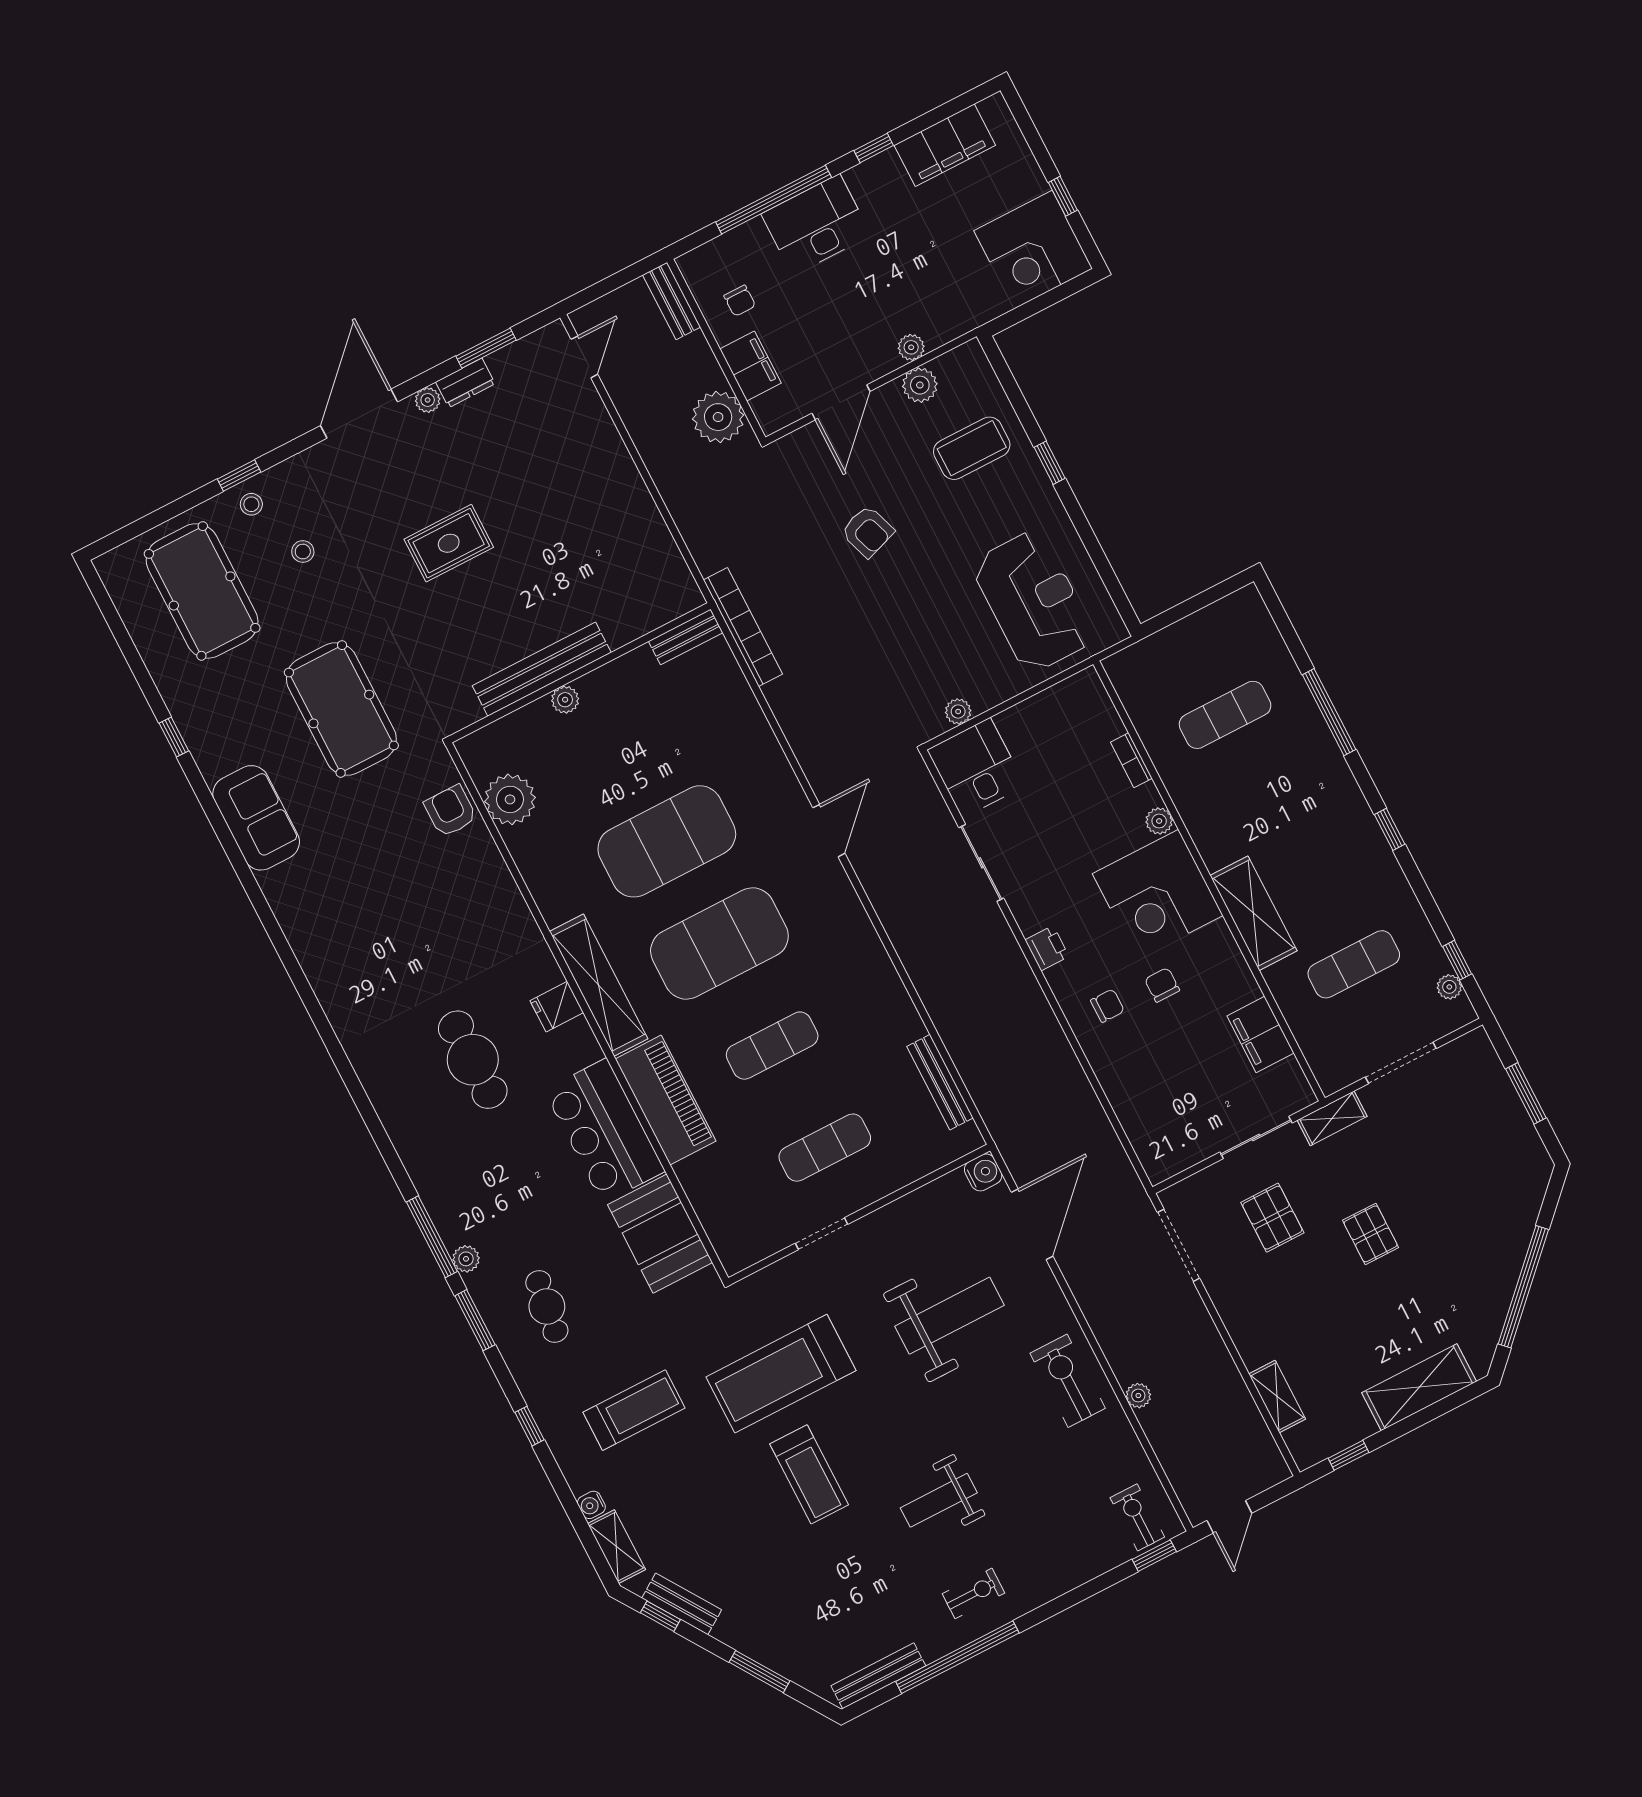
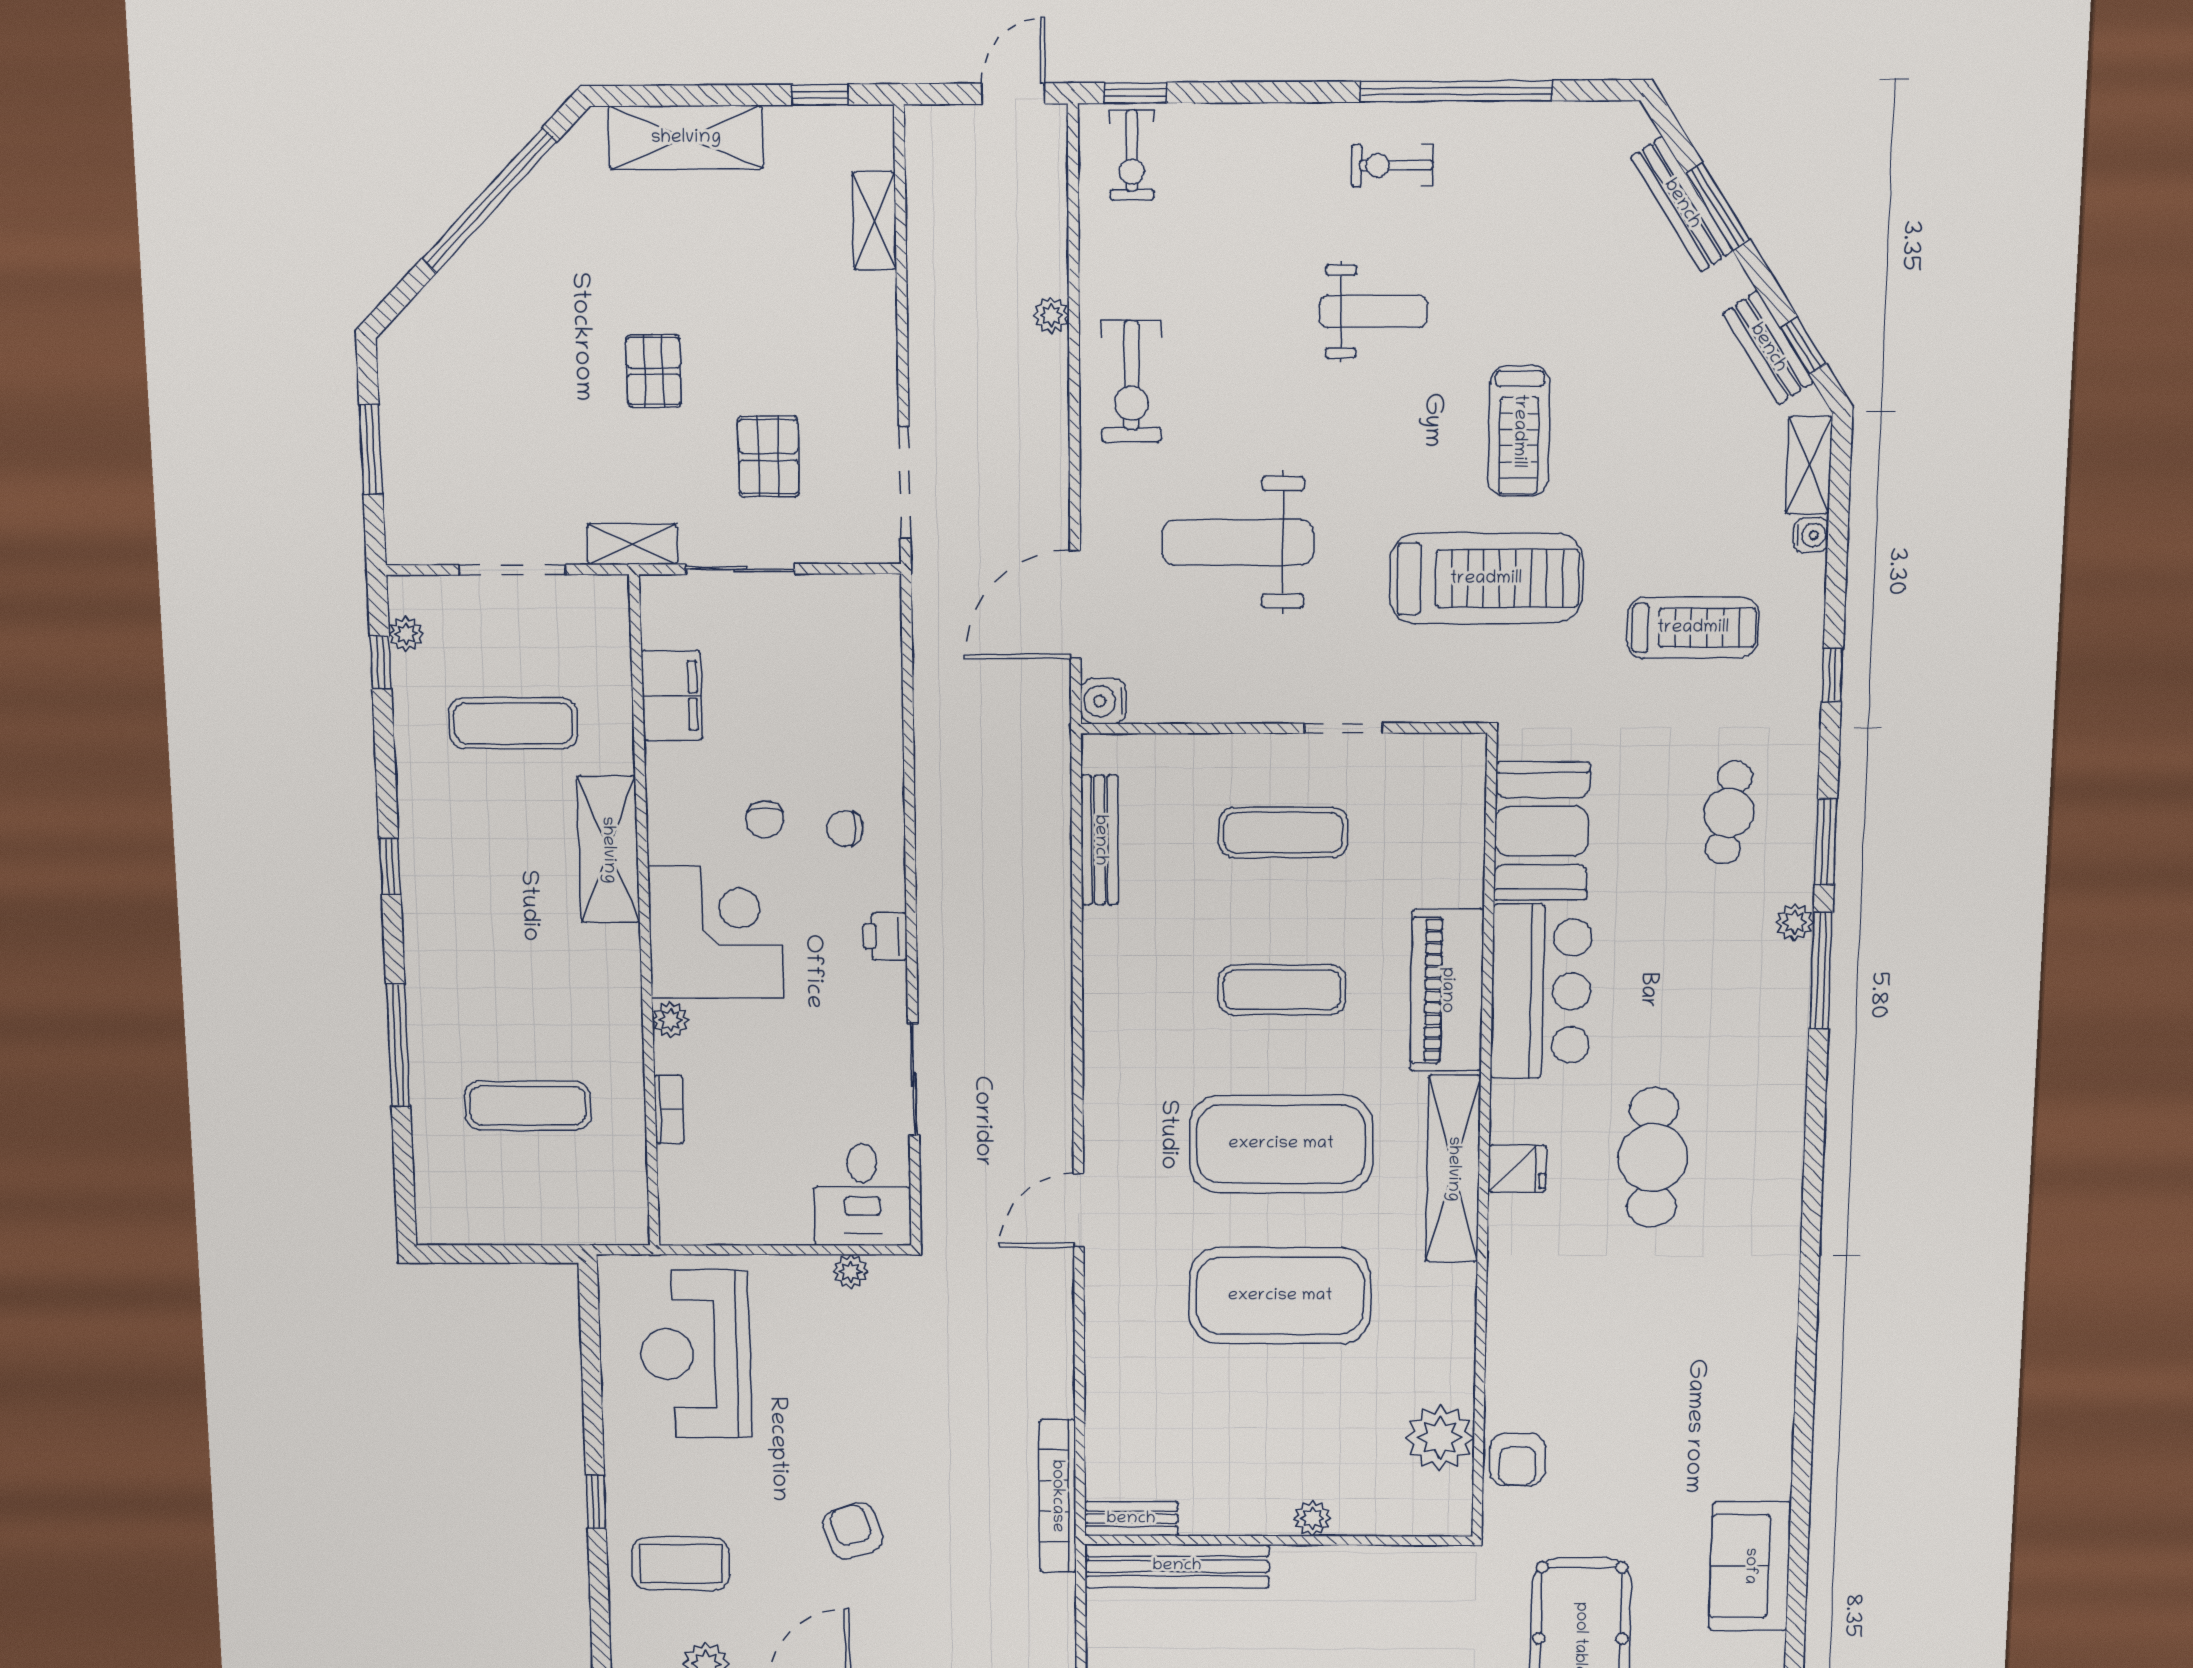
bench: (542, 669) -> (1177, 1566), moved
treadmill: (634, 1410) -> (1693, 628), turned 180
treadmill: (809, 1474) -> (1519, 431), turned 180
bench: (878, 1676) -> (1682, 204), moved, turned 56

